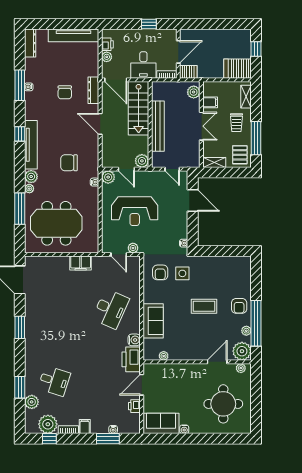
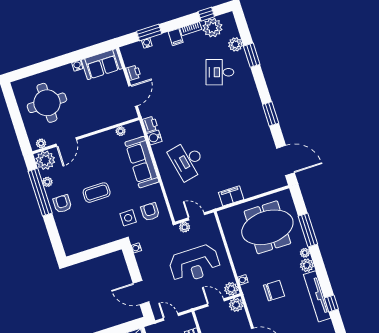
plant: (142, 161) -> (236, 305), moved
reception desk: (135, 211) -> (194, 264), turned 180
desk: (111, 309) -> (187, 161), turned -36
sofa: (153, 321) -> (142, 162), width x1.36
printer: (131, 359) -> (150, 124), width x0.53, depth x0.68

